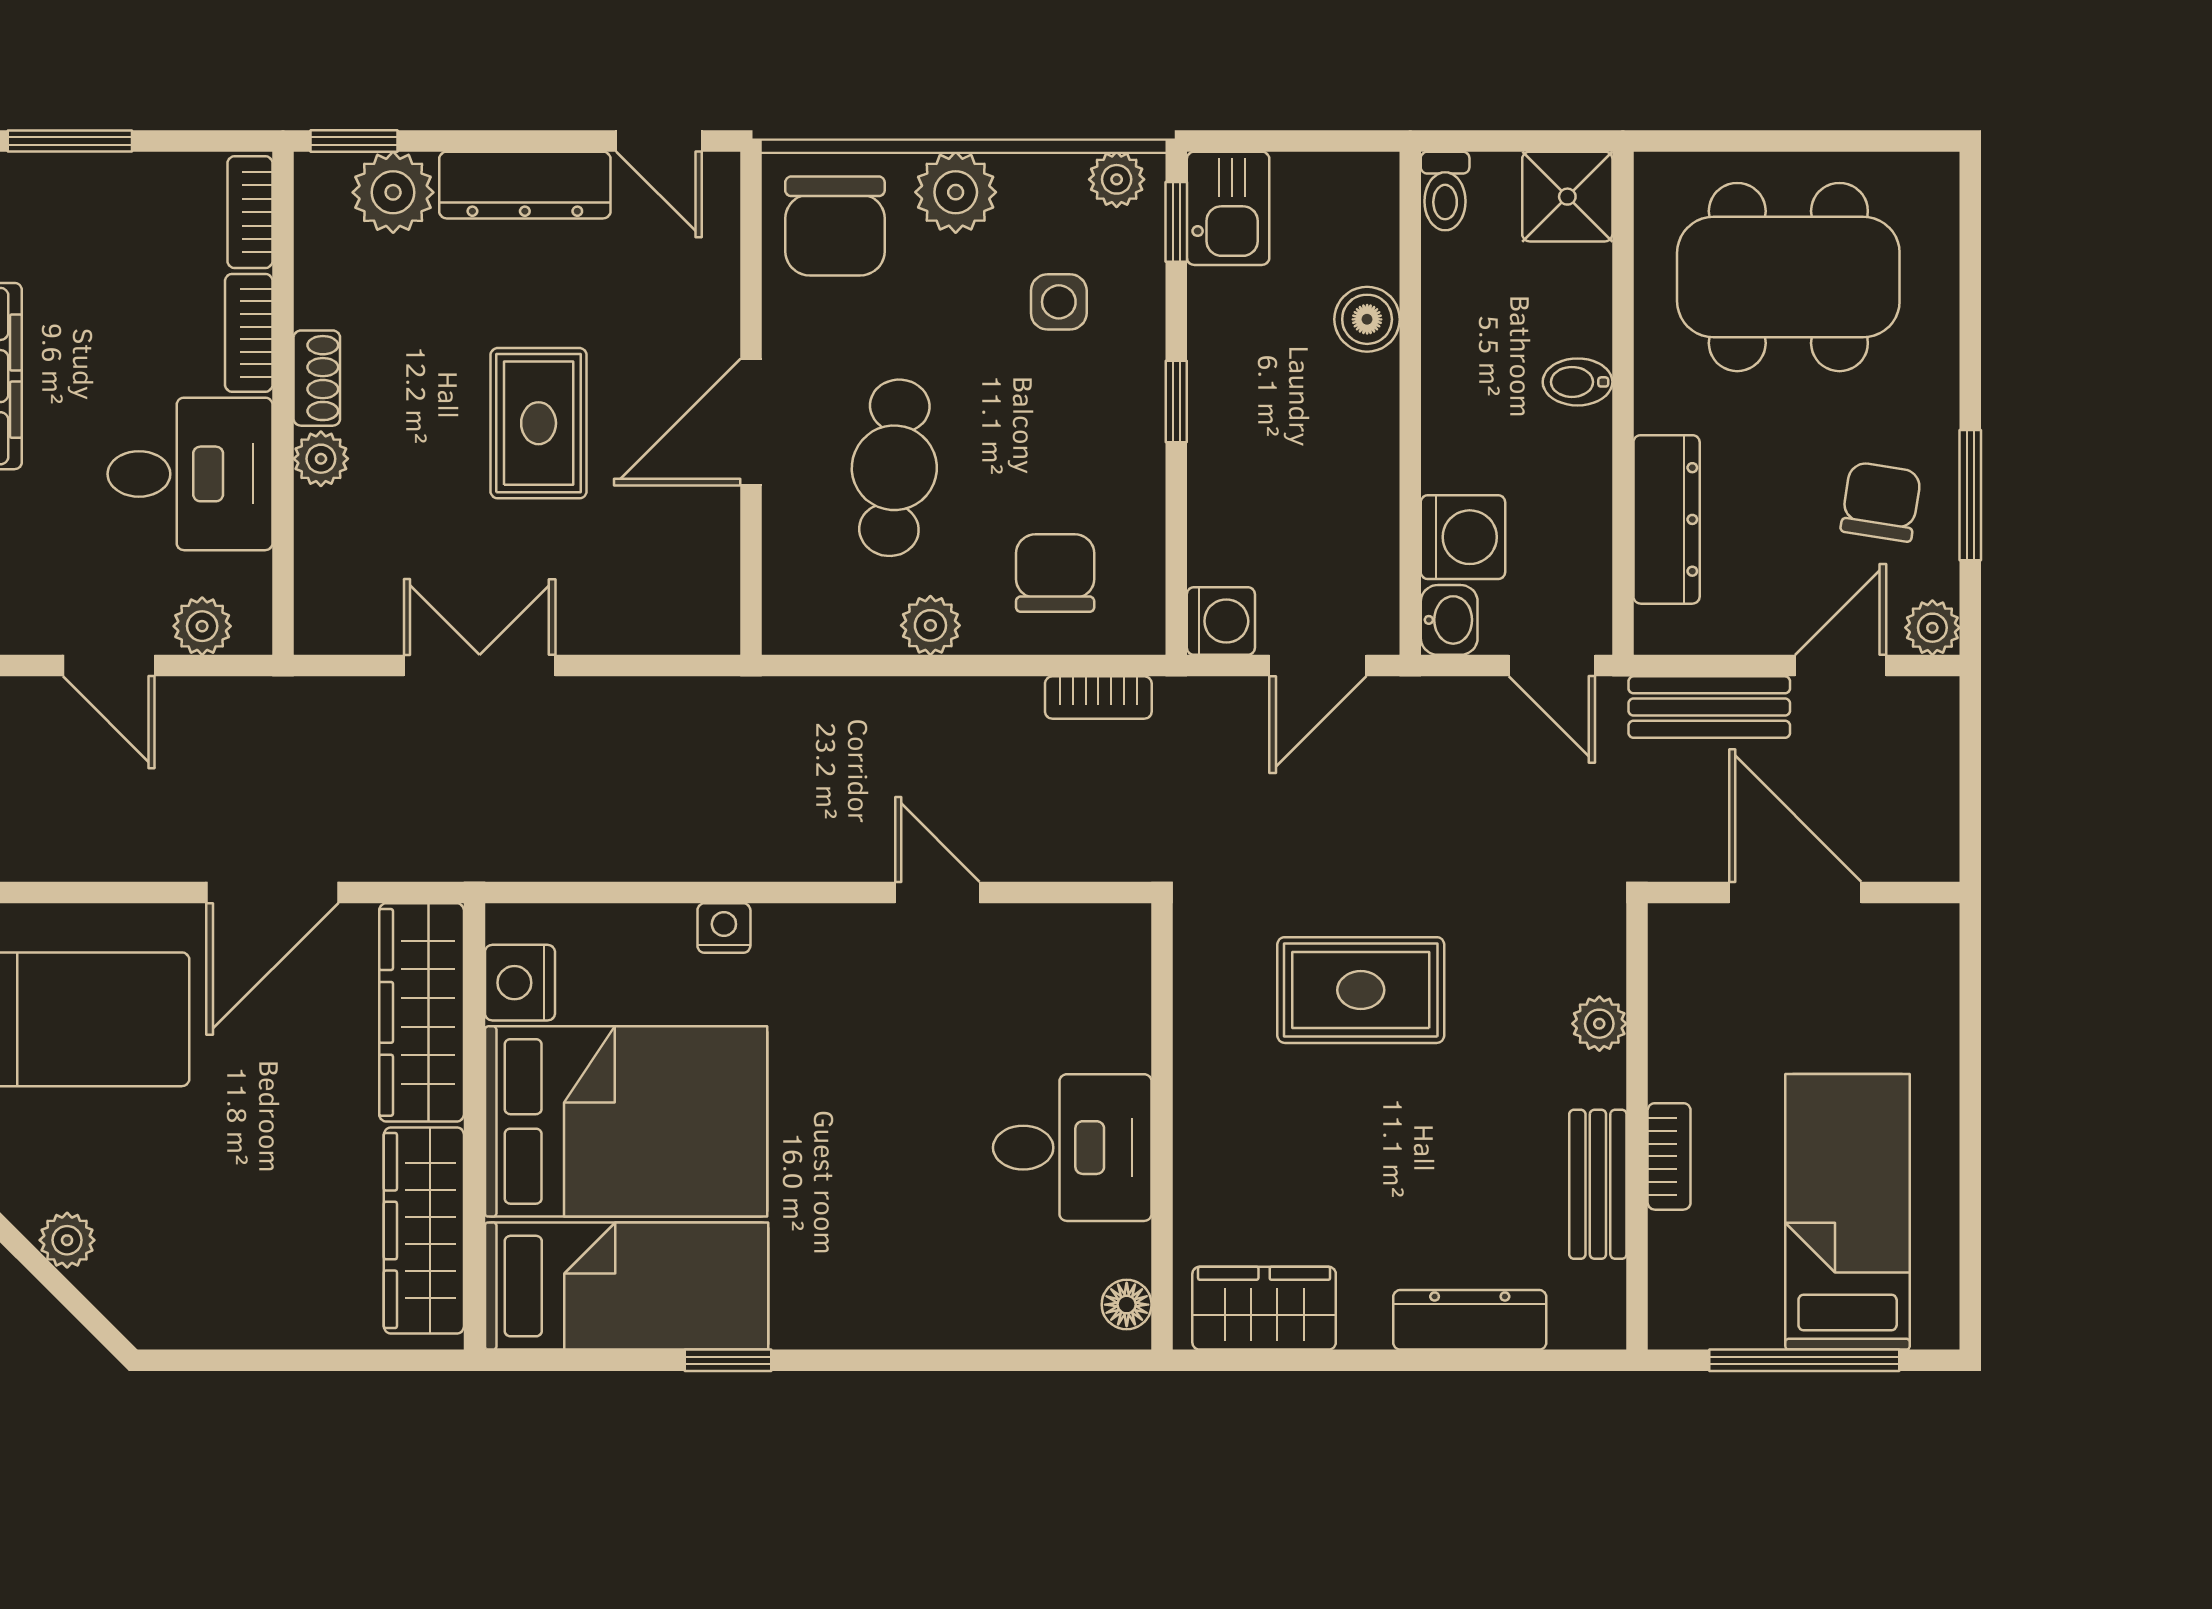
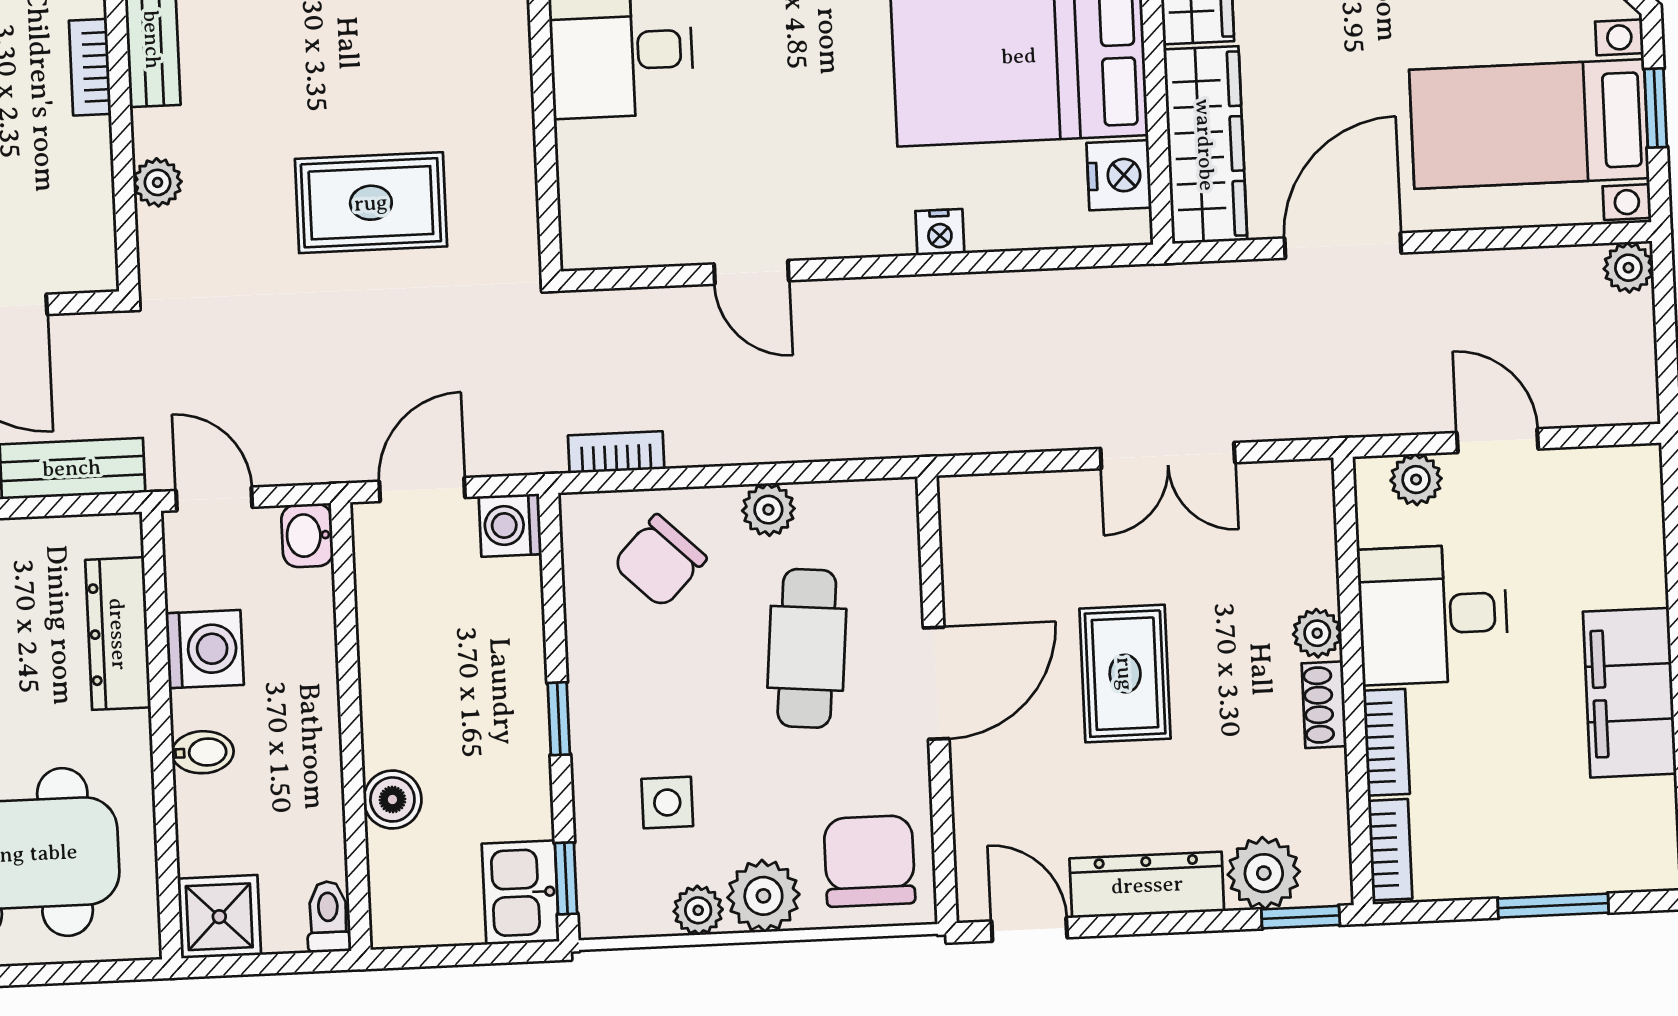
plant: (1117, 179) -> (698, 910), moved
washing machine: (1463, 537) -> (205, 649), moved, turned 180
chair: (1055, 573) -> (660, 561), turned 44

